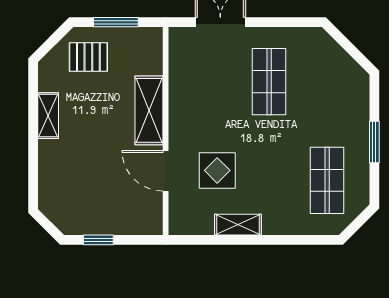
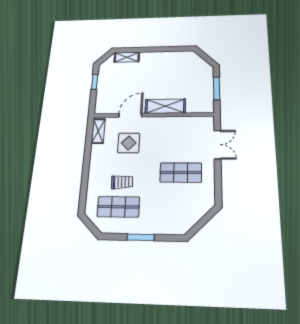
pallet: (88, 57) -> (196, 75), removed
shelving: (48, 116) -> (127, 57), moved
trolley: (286, 177) -> (122, 182), added
shelving: (238, 225) -> (98, 131), moved

